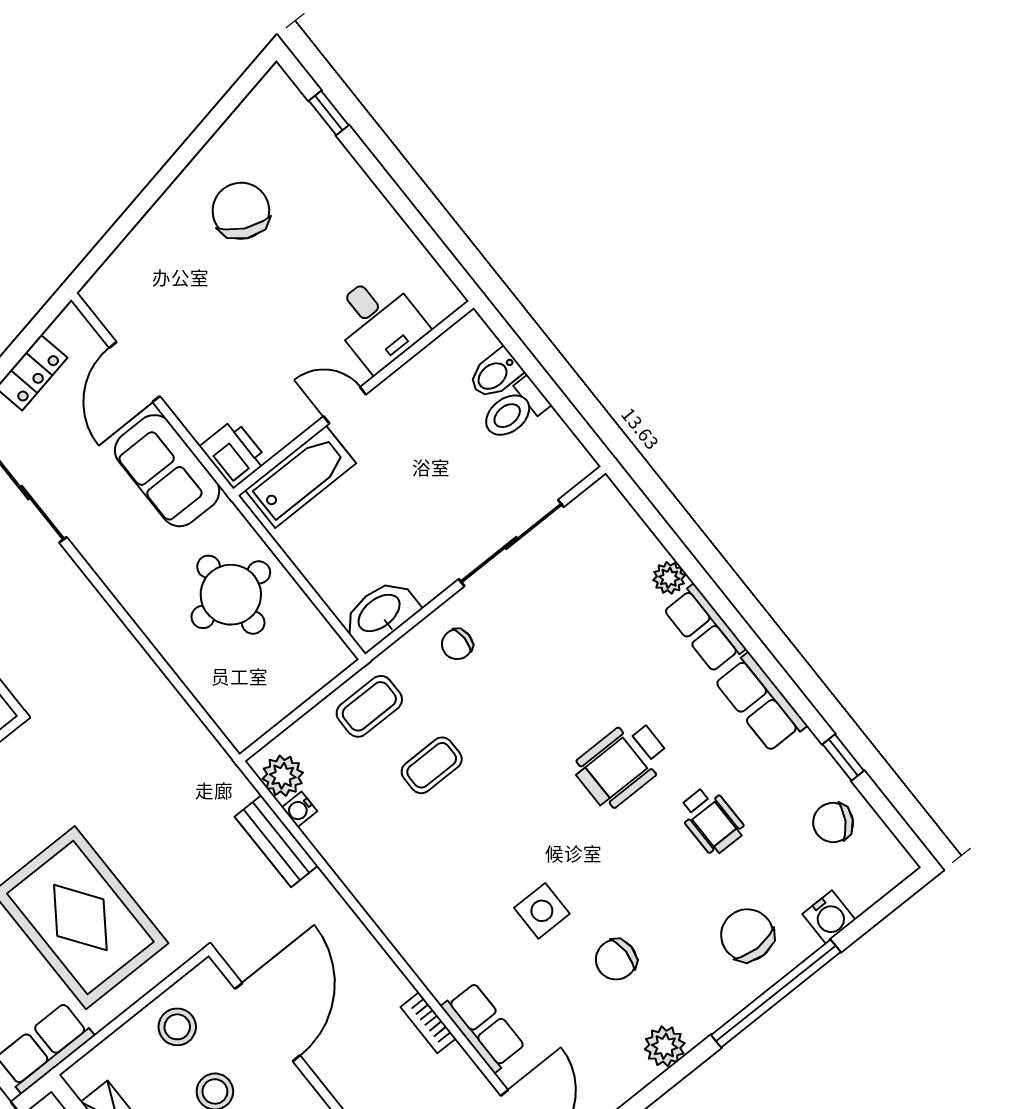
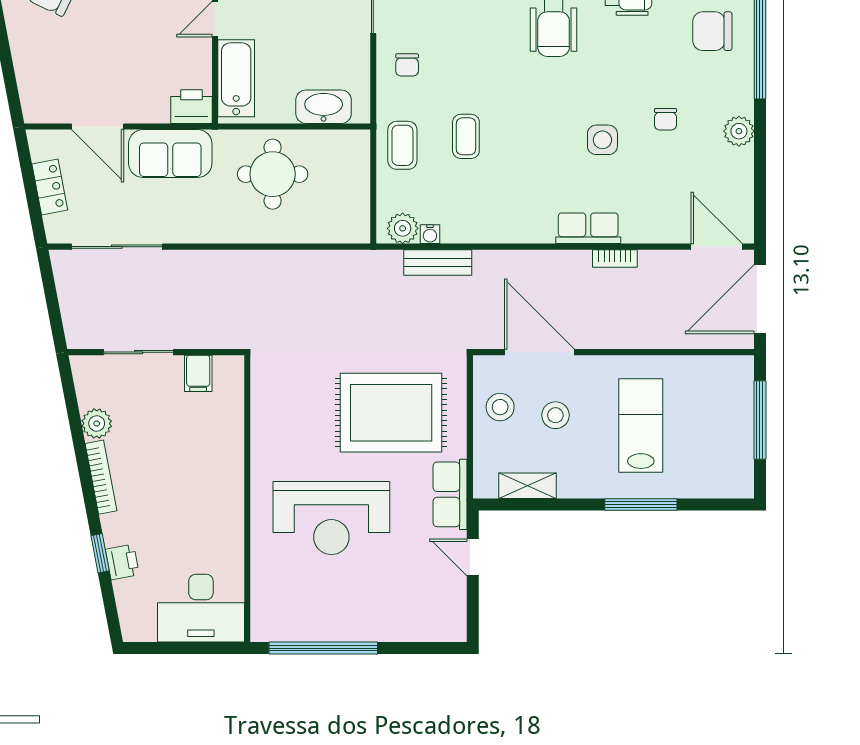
washbasin: (380, 614) -> (324, 107), moved, turned 90
chair: (616, 960) -> (665, 119), width x0.73, depth x0.73
row of seats: (483, 1027) -> (588, 228), moved

